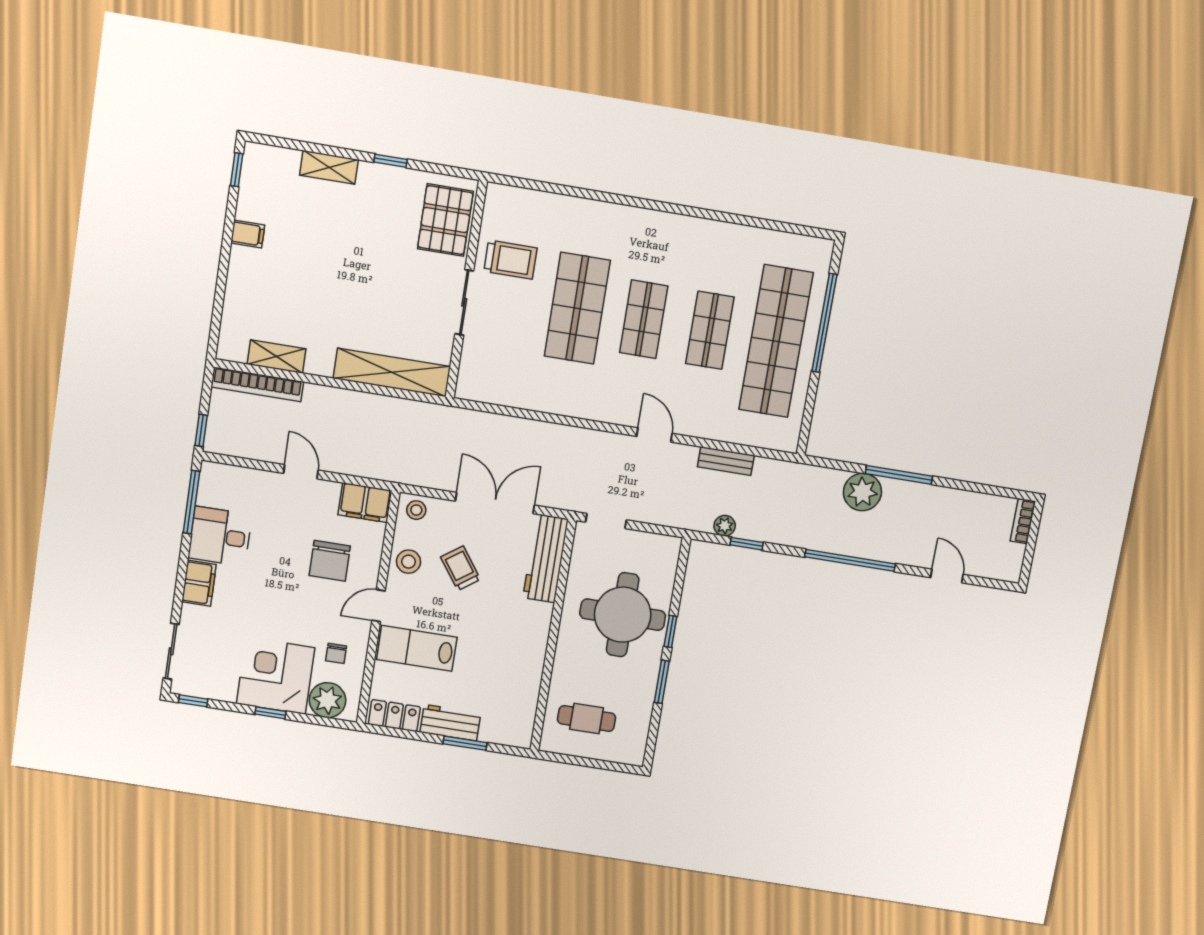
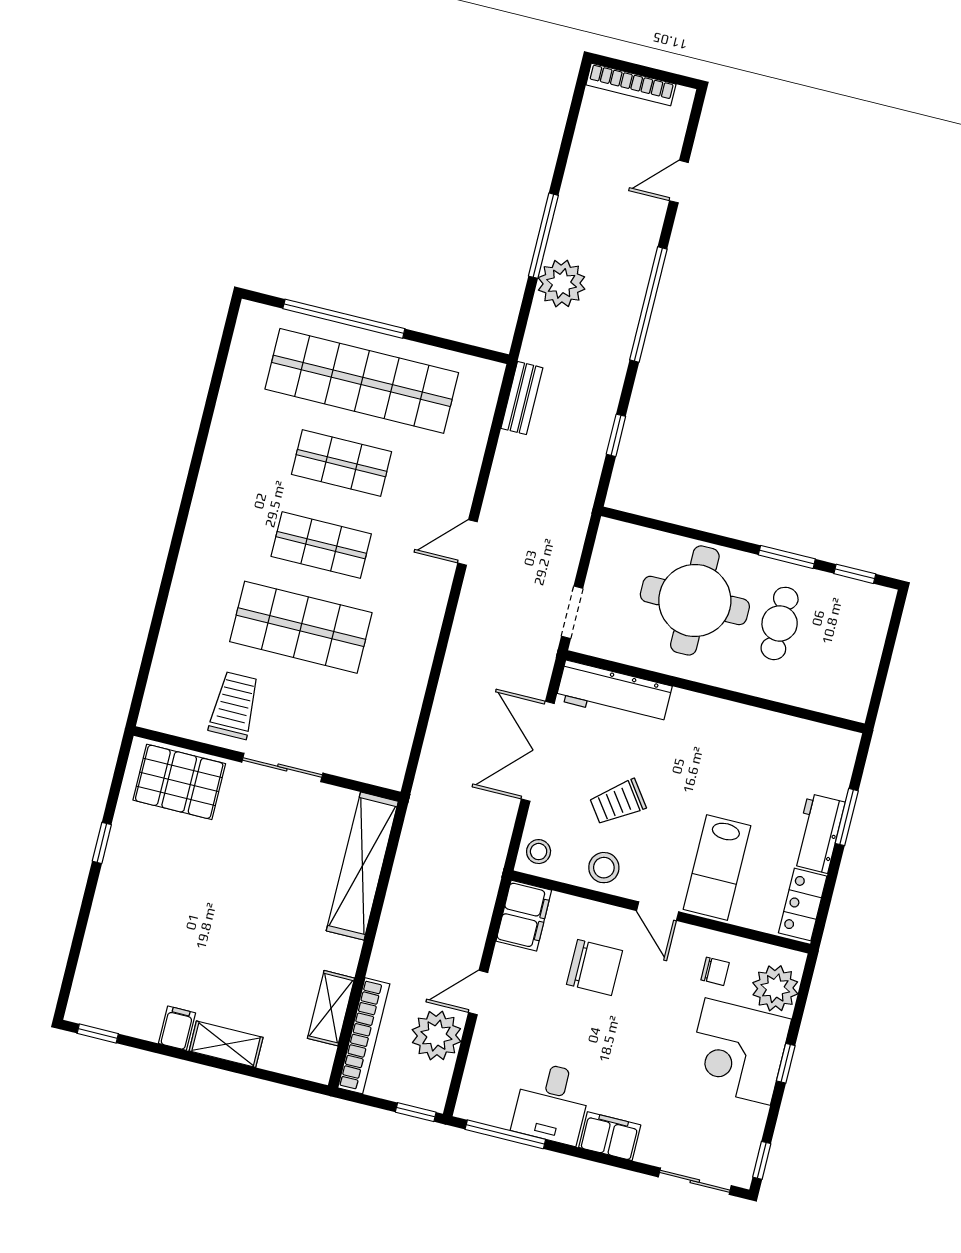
shelving: (329, 167) -> (226, 1044), moved, turned 90
bench: (726, 461) -> (522, 398), moved
bookcase: (1023, 521) -> (631, 84), width x1.56
plant: (725, 526) -> (436, 1036), moved, width x1.87, depth x1.87
window: (670, 631) -> (855, 574), moved
cafe table: (587, 718) -> (780, 623), moved

